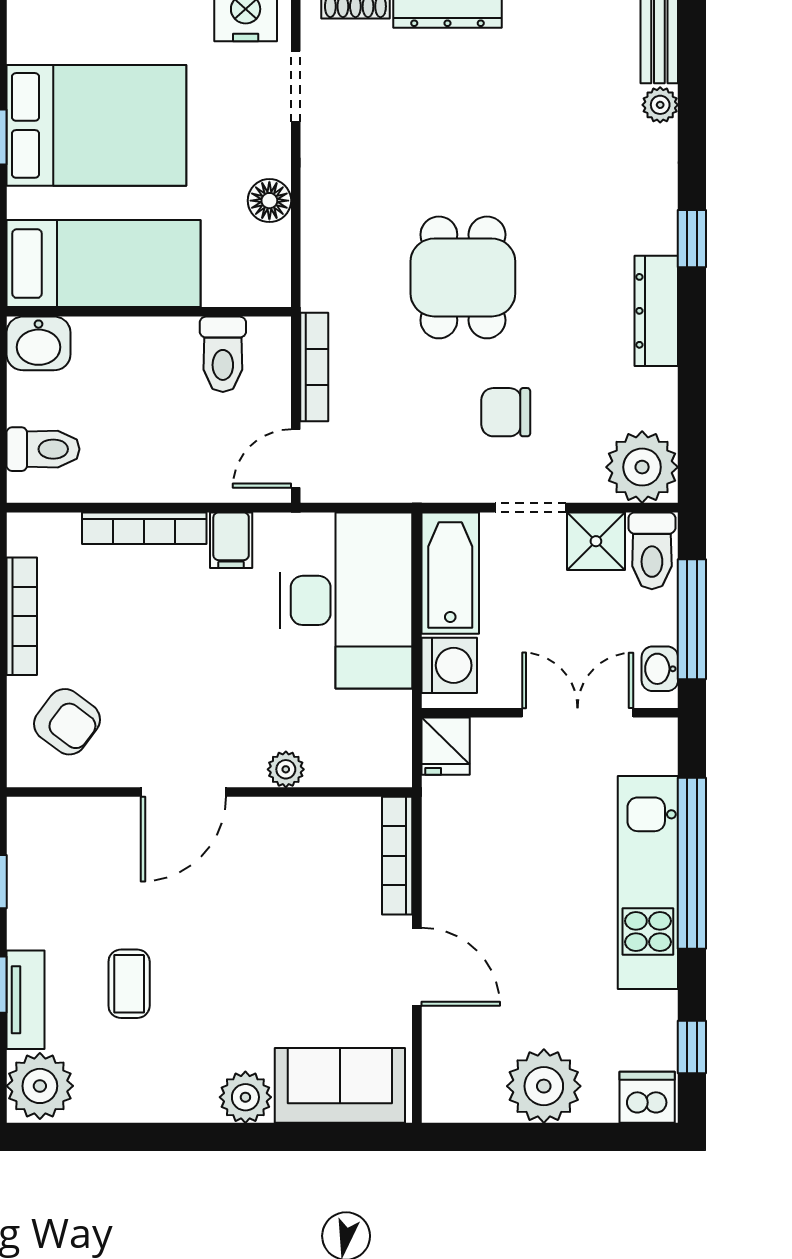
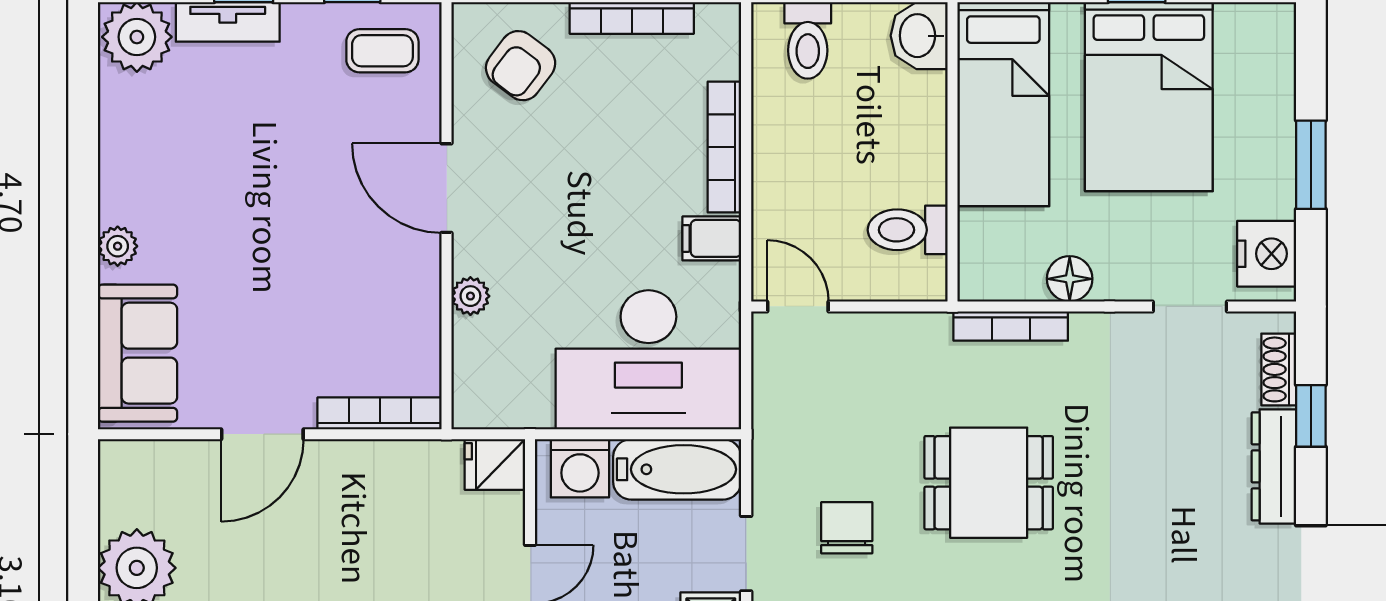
bookcase: (314, 367) -> (1011, 326), moved
coffee table: (129, 984) -> (382, 51), moved
plant: (245, 1097) -> (118, 246), width x0.73, depth x0.73

